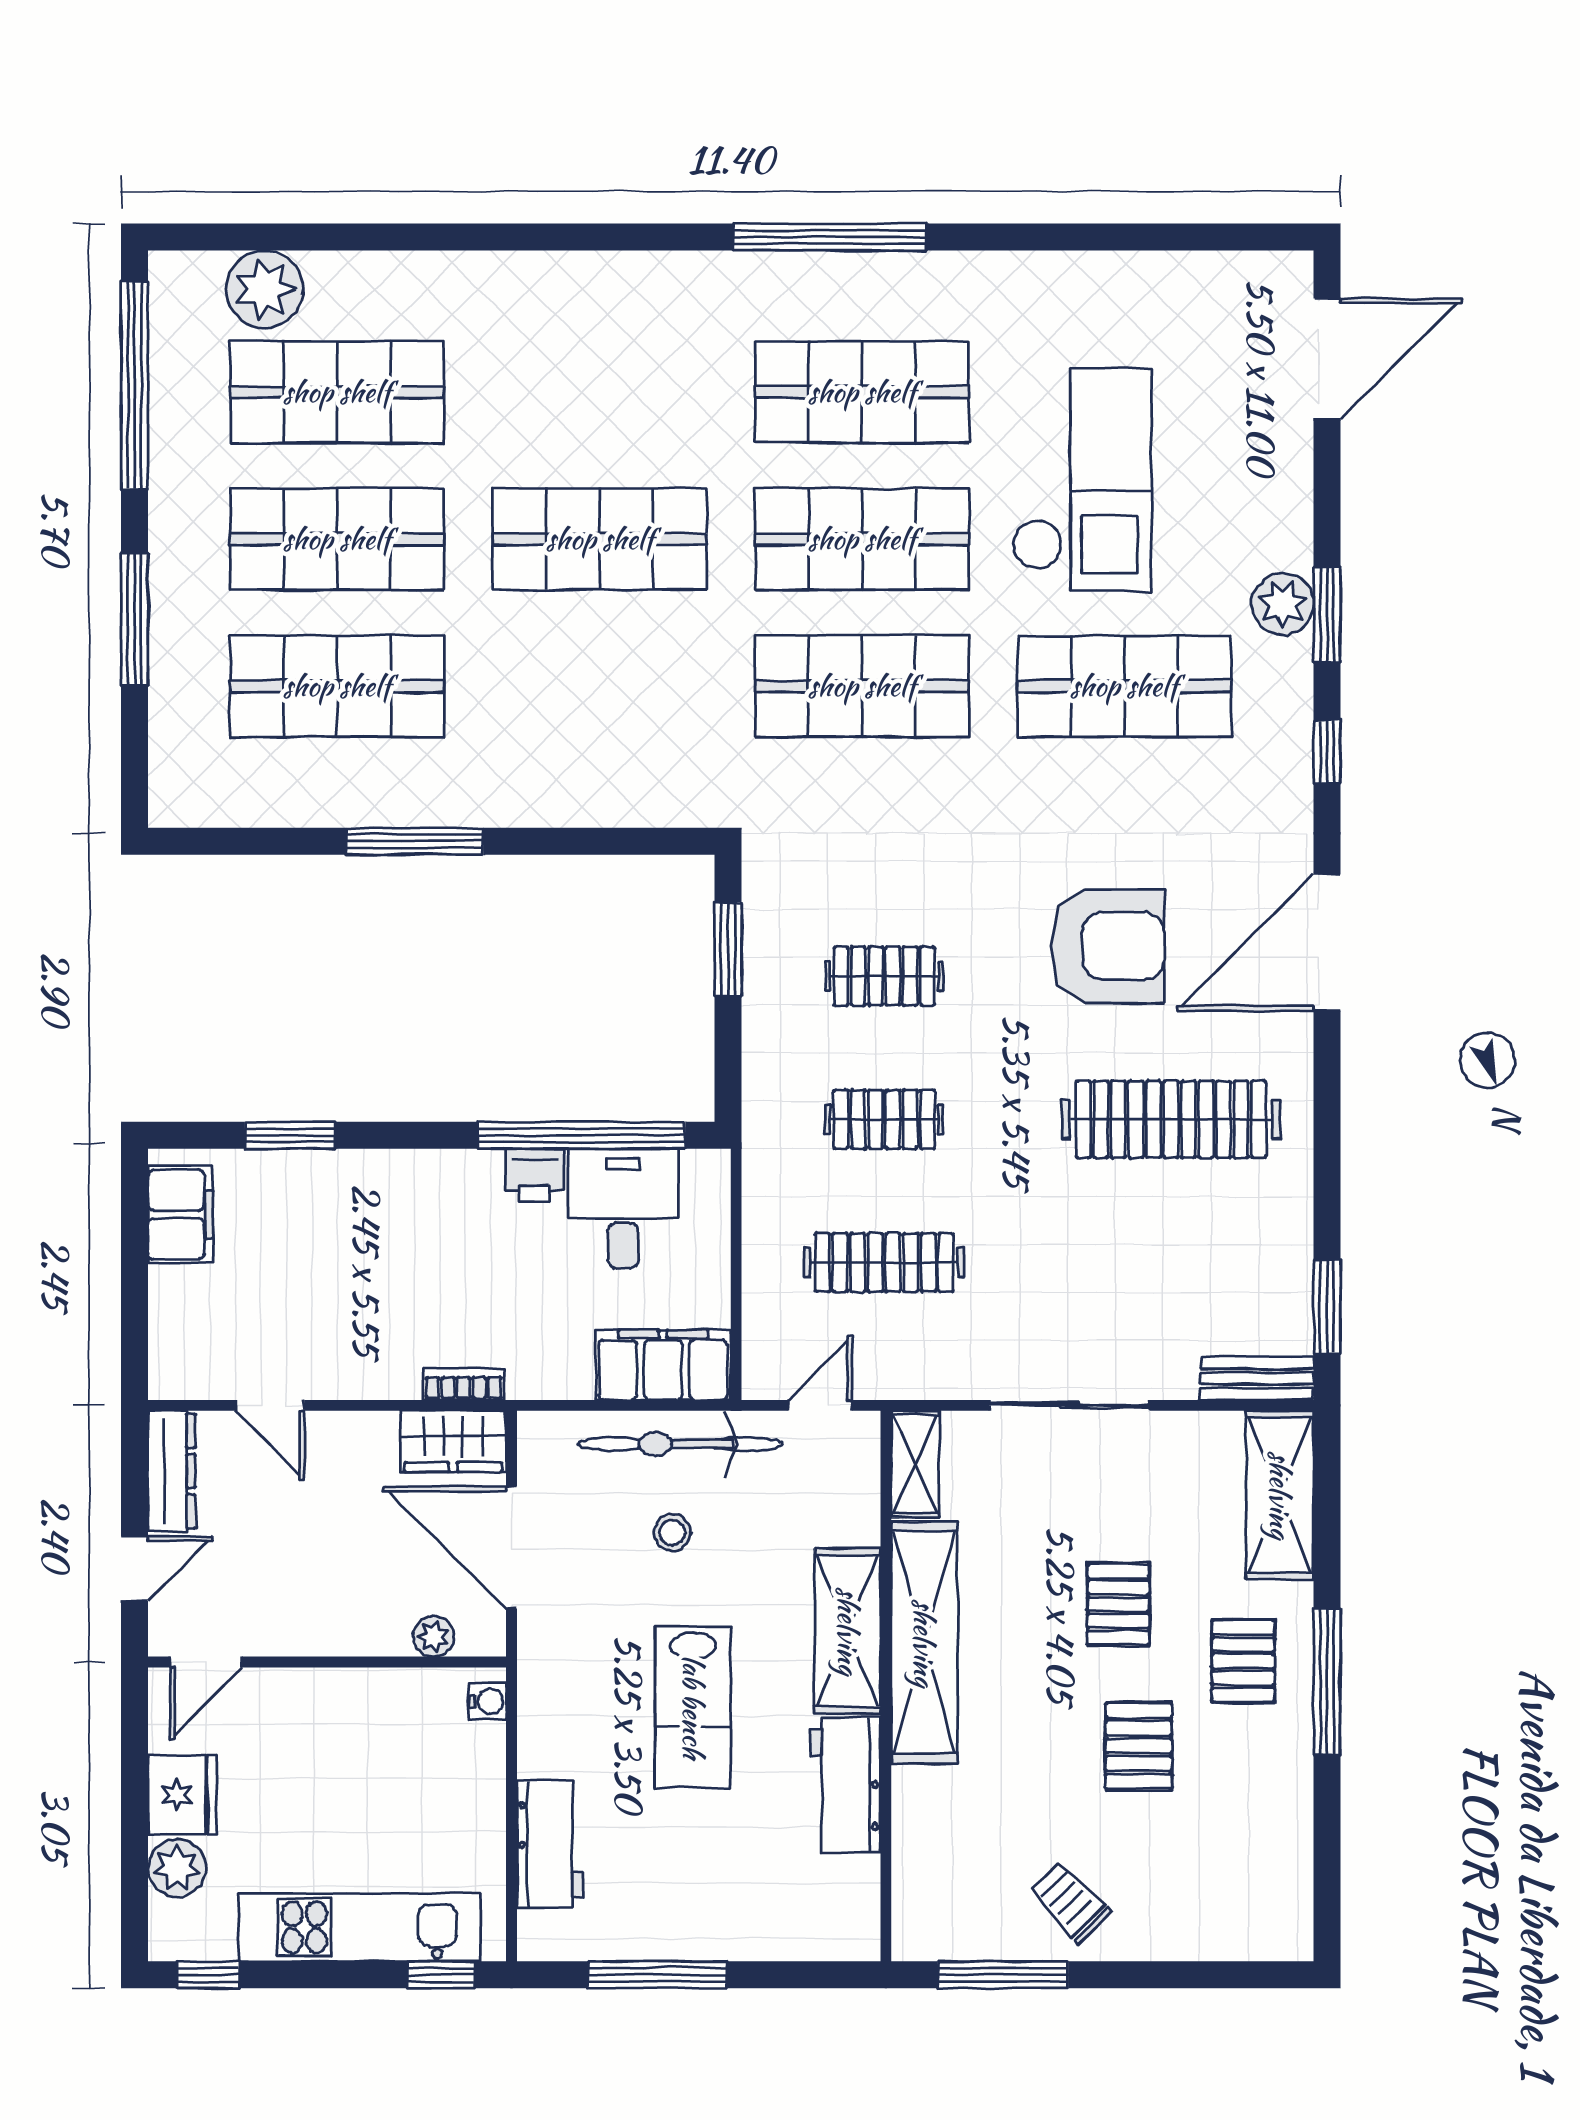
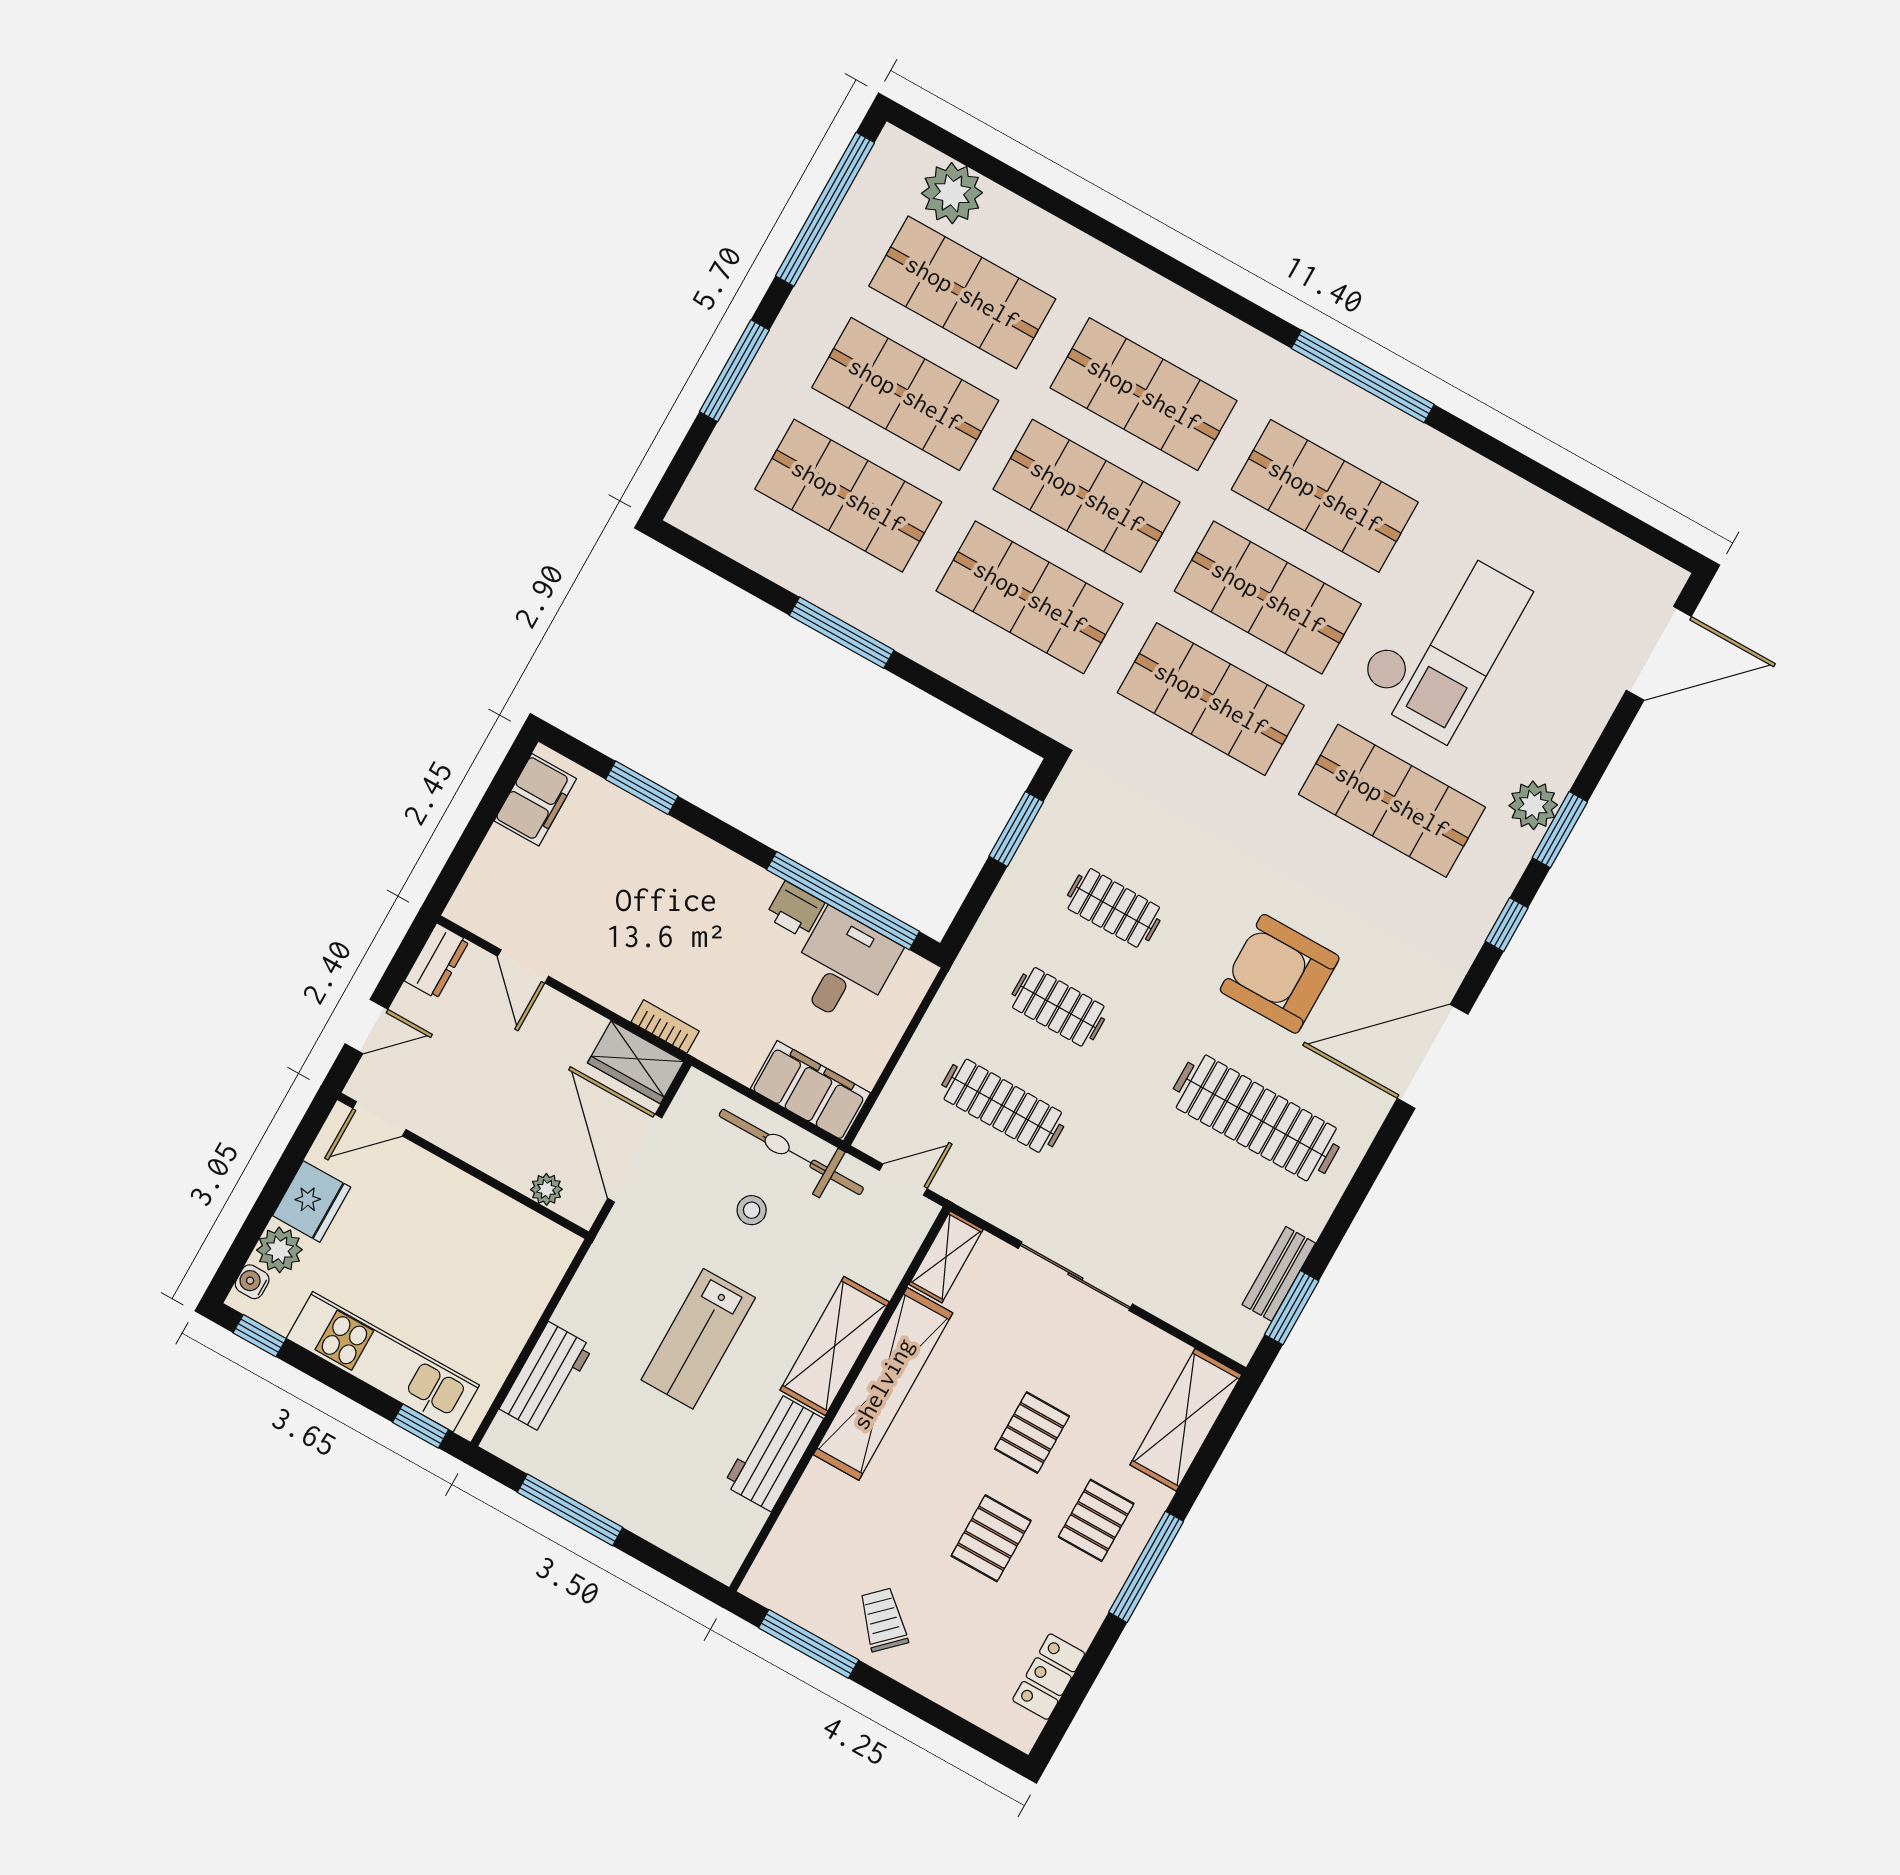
shop shelf: (600, 392) -> (1144, 394), added
shop shelf: (600, 686) -> (1030, 597), added
armchair: (1108, 946) -> (1280, 974), turned 180
bench: (1257, 1378) -> (1279, 1274), moved, turned 90
dresser: (172, 1471) -> (437, 961), width x0.70
water cooler: (488, 1701) -> (252, 1282), moved, turned 180
locker: (1288, 1863) -> (1049, 1677), added

